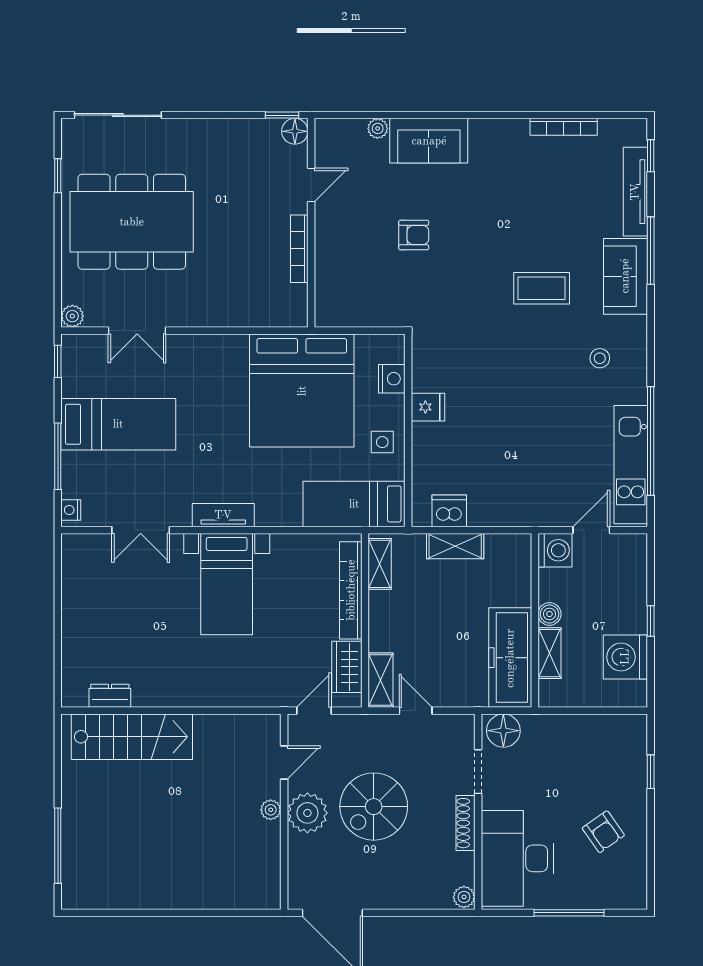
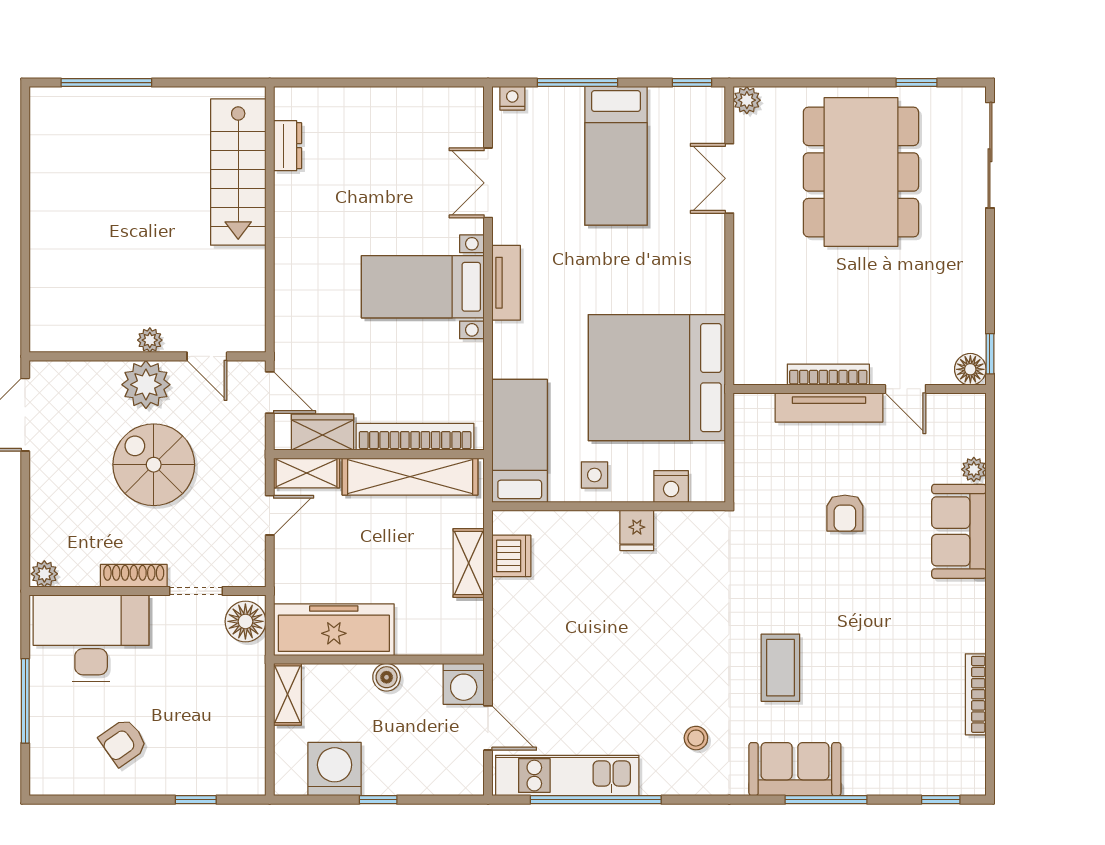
tv unit: (635, 192) -> (829, 407), moved, turned 180
shelving: (380, 564) -> (410, 477), width x2.20, depth x1.33
shelving: (550, 653) -> (287, 694), moved, turned 90

